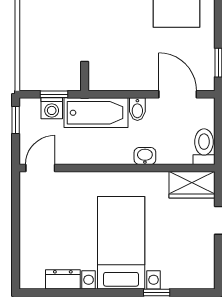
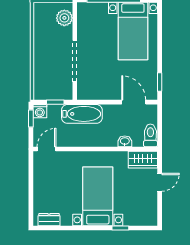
washing machine: (52, 108) -> (40, 111), moved
bidet: (137, 109) -> (108, 112), removed
washbasin: (145, 156) -> (125, 141), moved
dresser: (63, 279) -> (49, 220), moved

